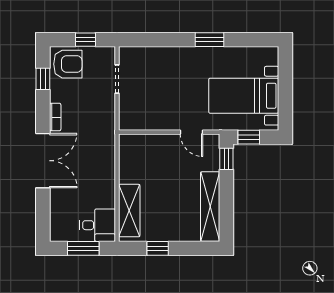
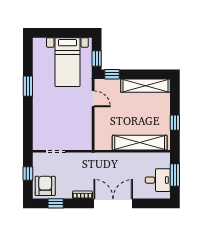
door: (192, 132) -> (93, 99), hinge flipped
shelving: (129, 211) -> (140, 143), width x1.47
desk: (98, 225) -> (158, 180), moved, turned 90

